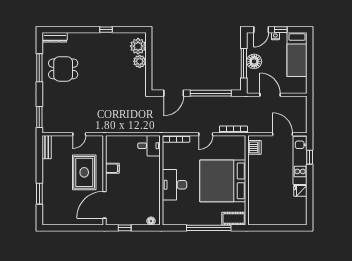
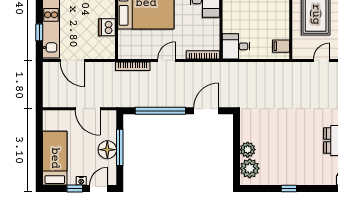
dishwasher: (254, 147) -> (107, 27), moved
filing cabinet: (112, 168) -> (281, 46), moved

